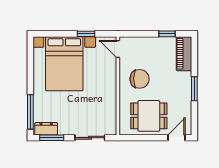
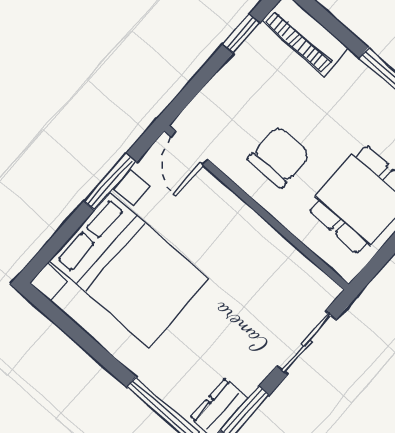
window: (86, 34) -> (110, 182), width x1.50
door: (118, 49) -> (190, 148), hinge flipped

